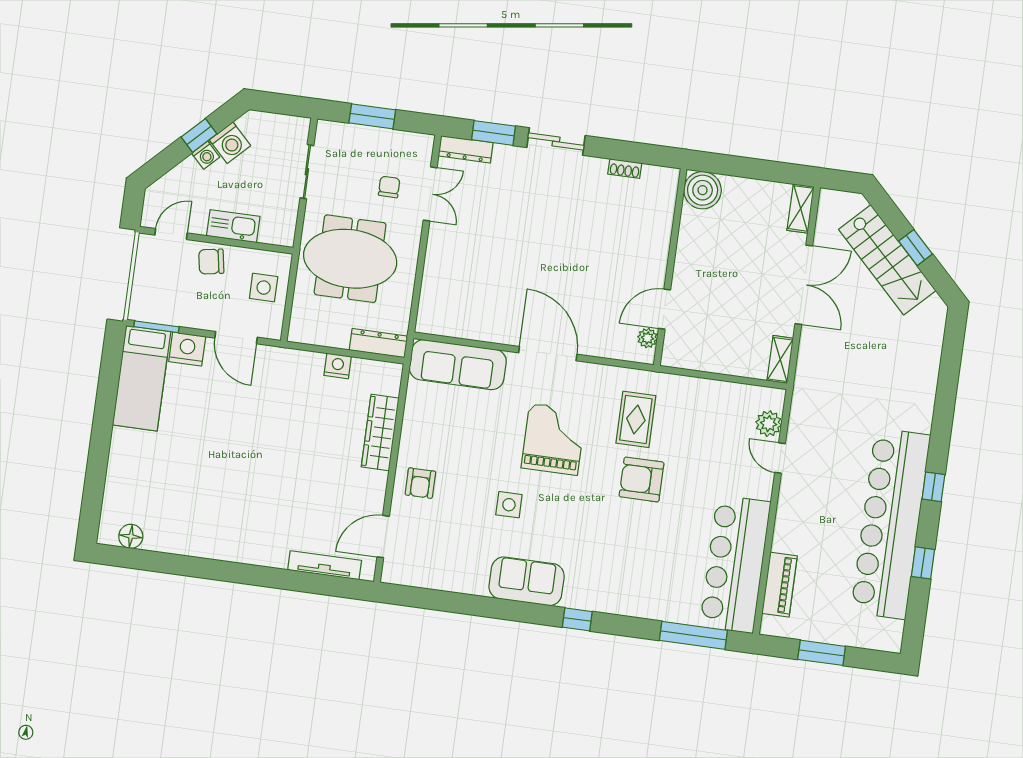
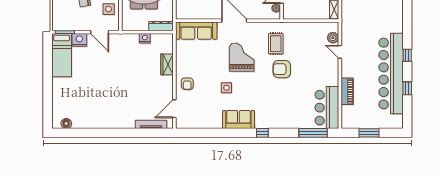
wardrobe: (380, 433) -> (167, 64), width x0.67
bar counter: (735, 564) -> (327, 108), width x0.73
piano: (780, 585) -> (347, 91), moved

